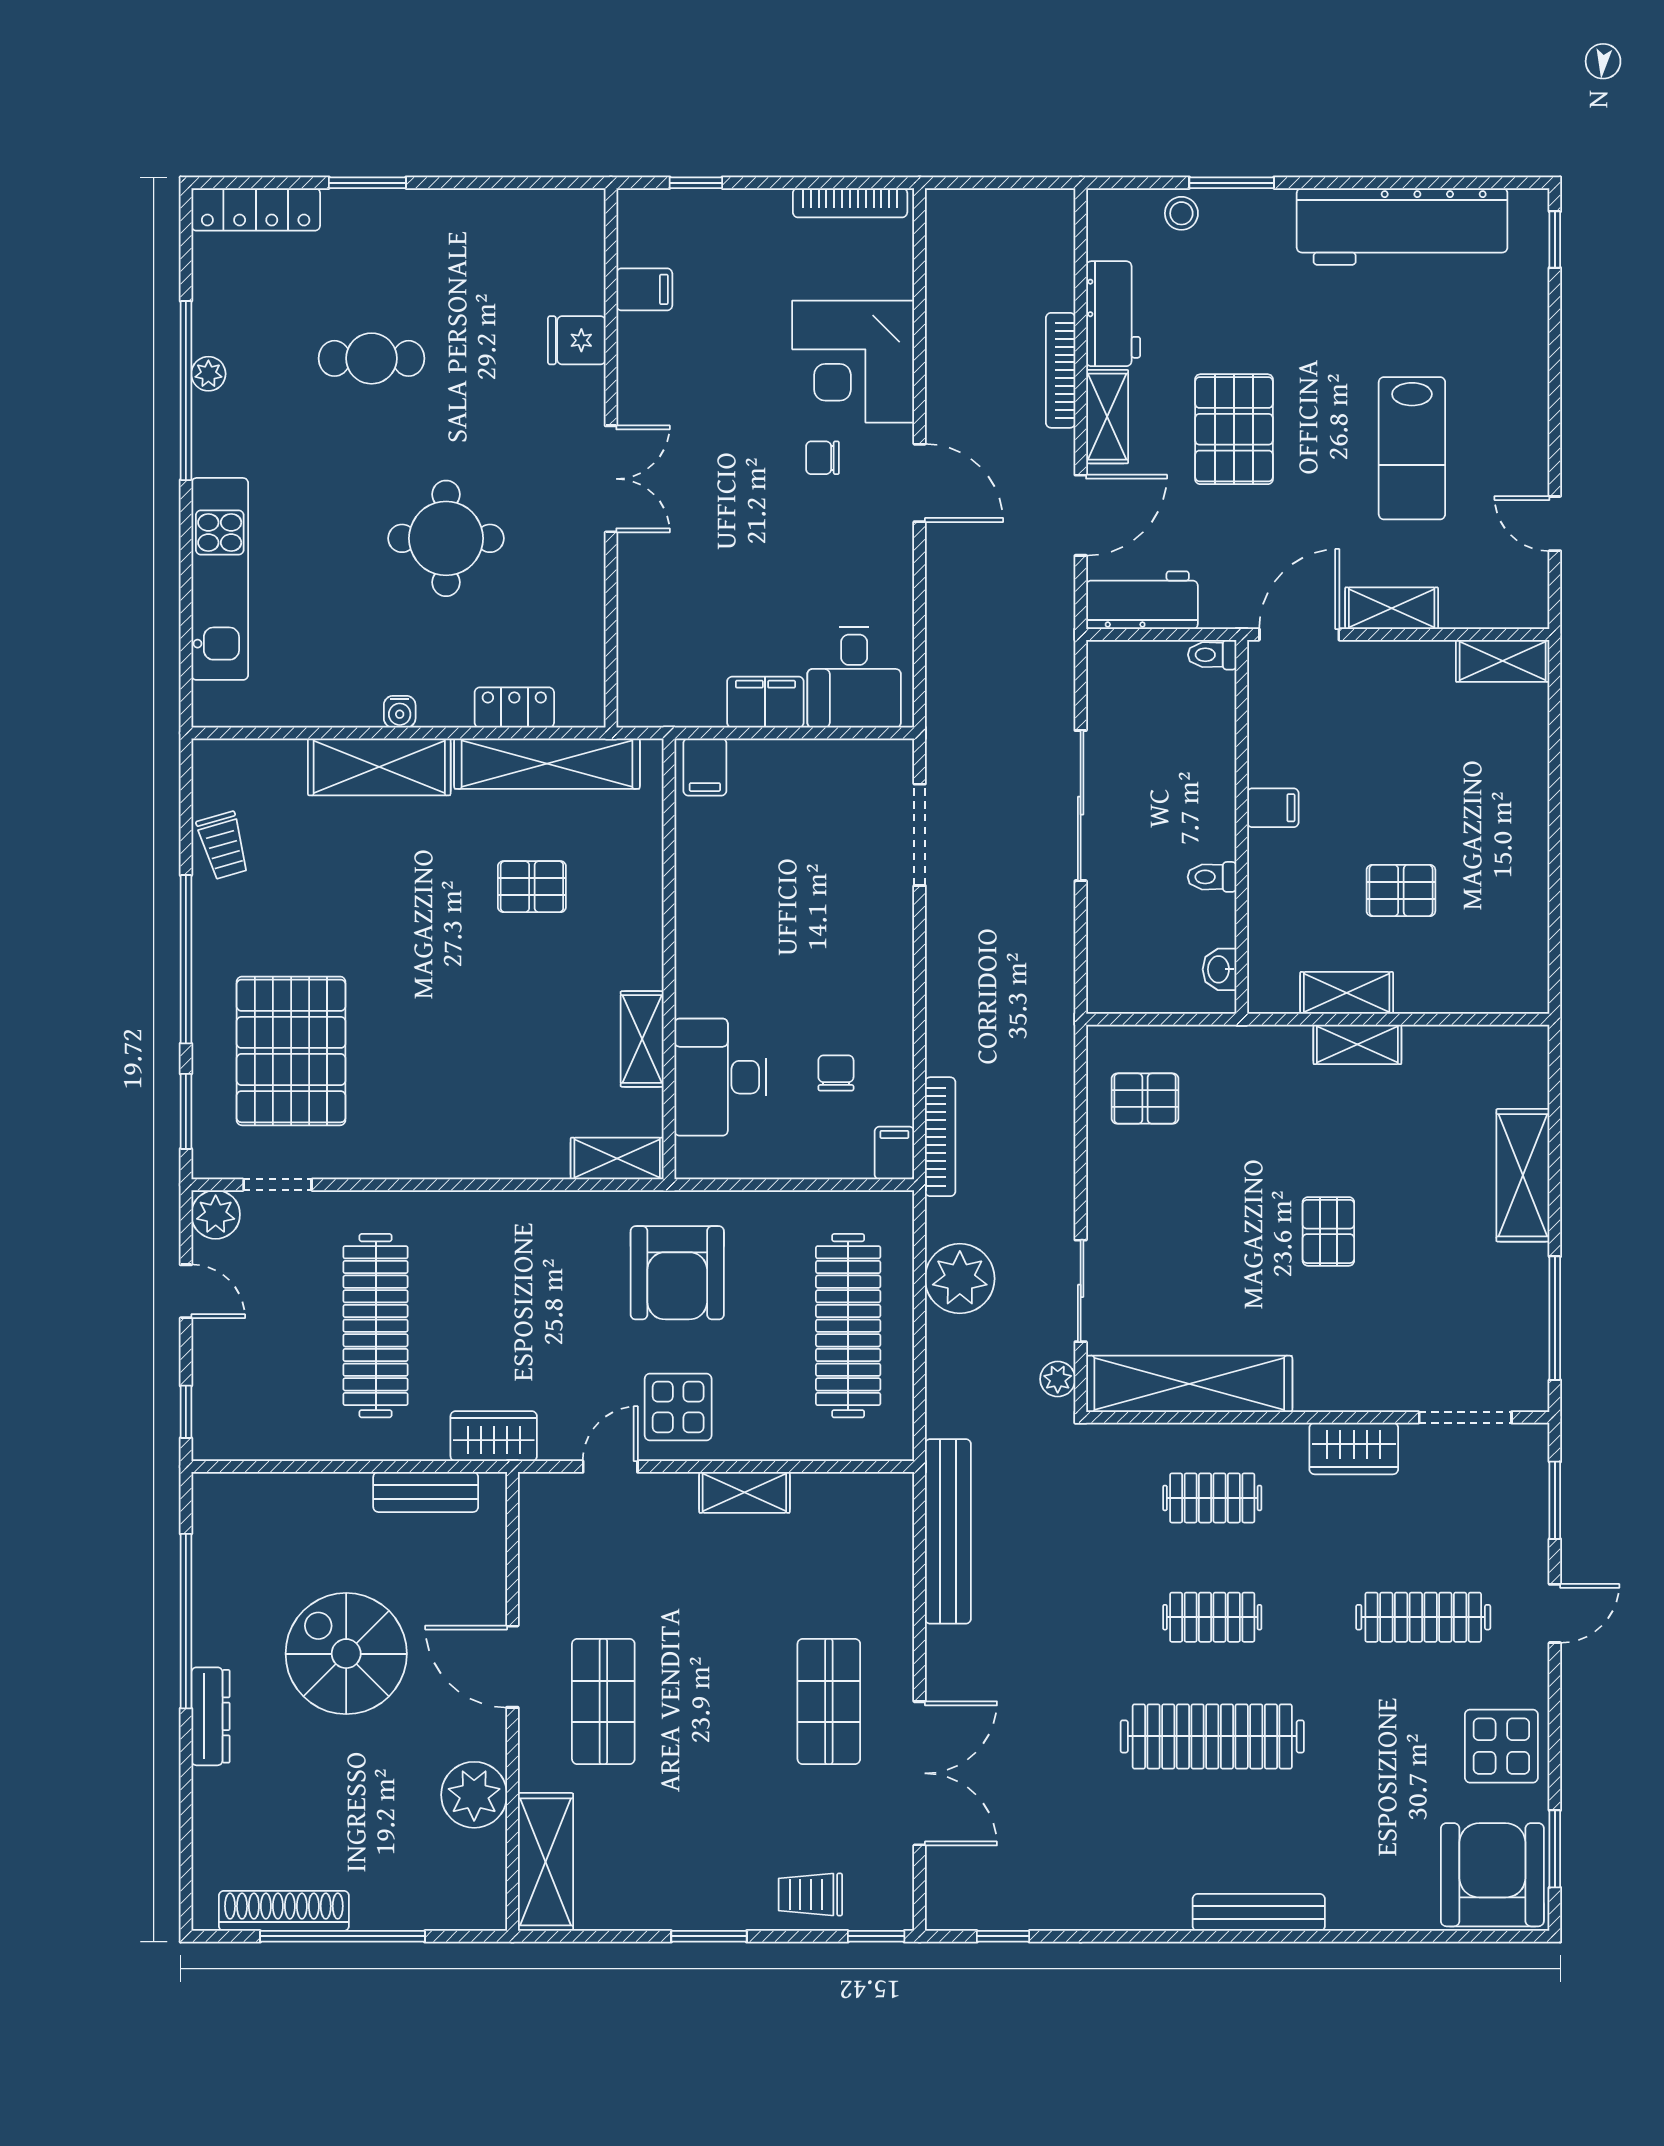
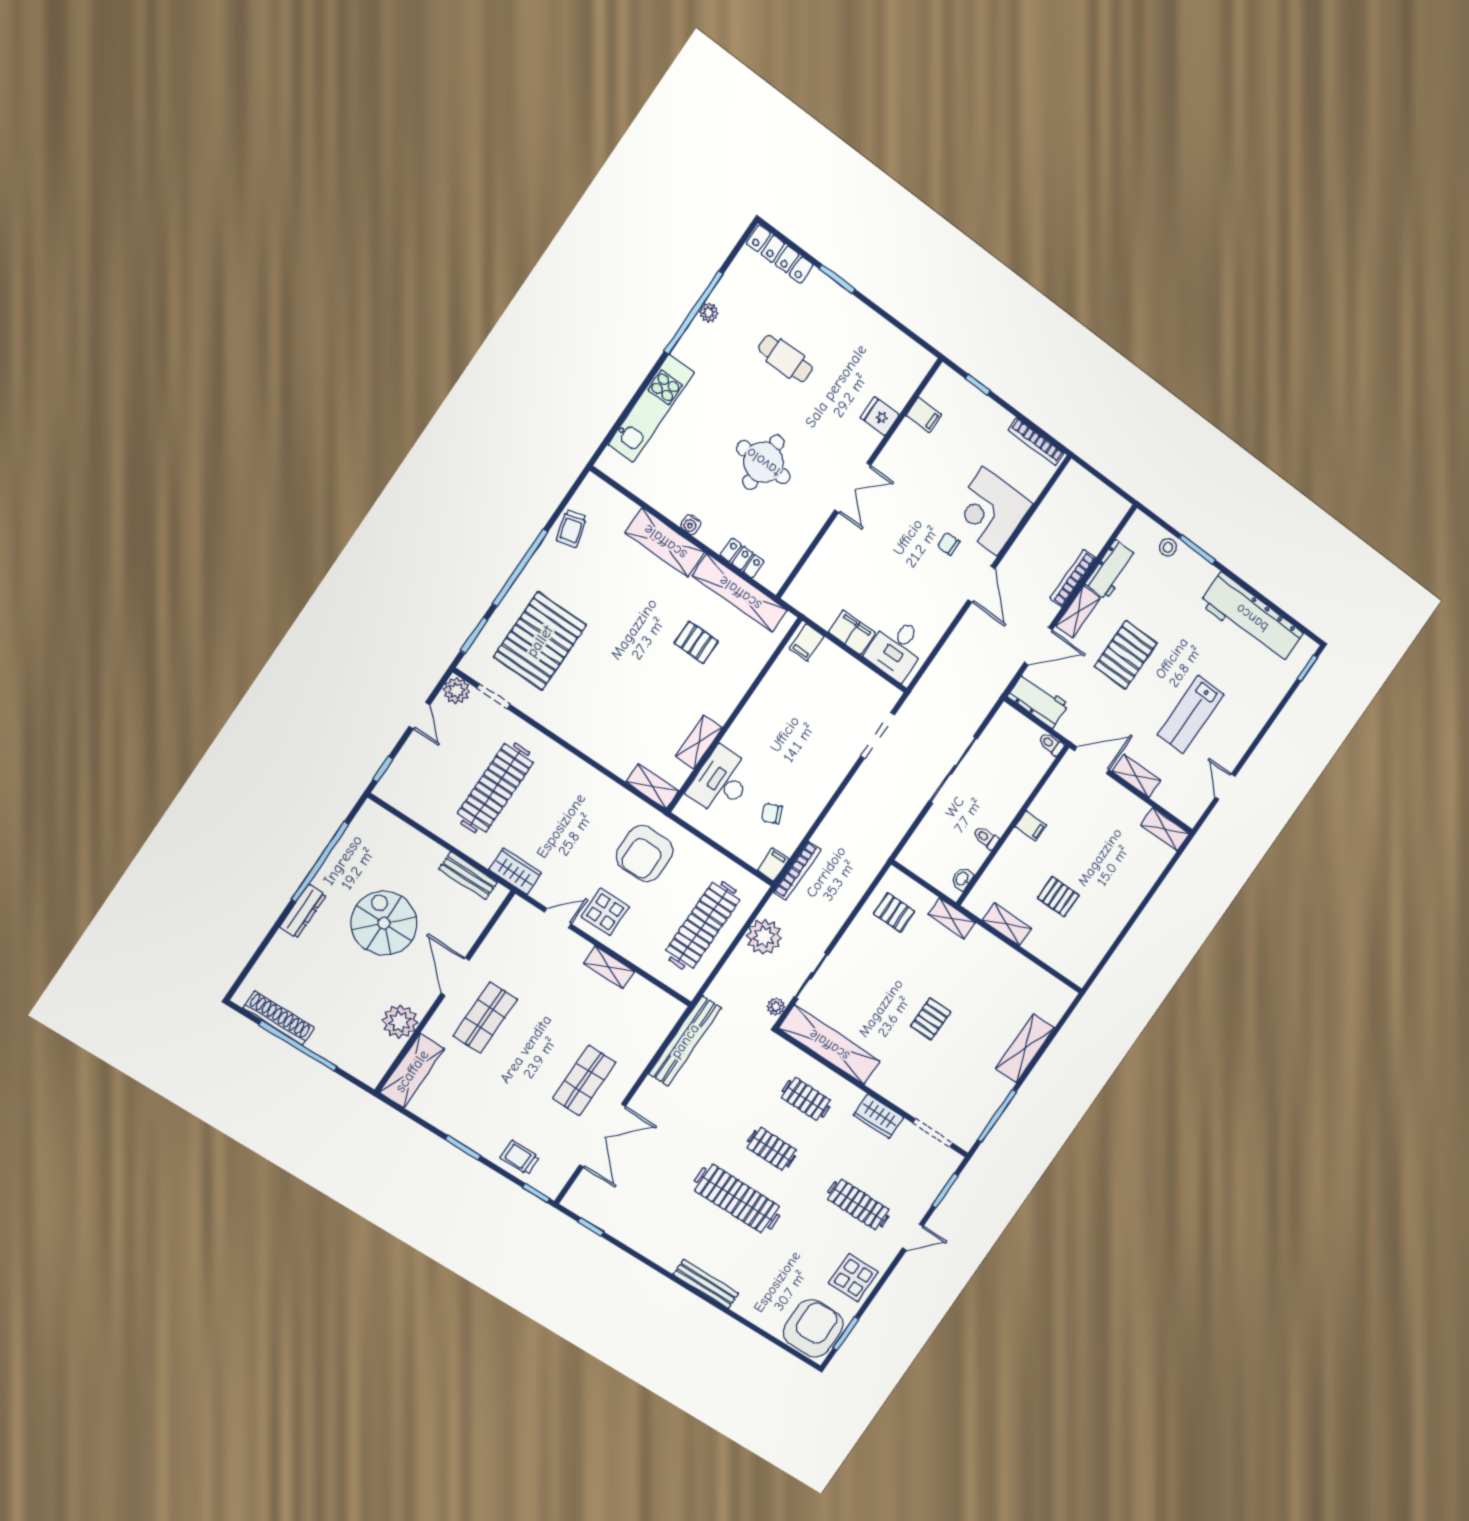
shelving: (1357, 1044) -> (952, 918), moved
chair: (836, 1073) -> (772, 813), turned -113

